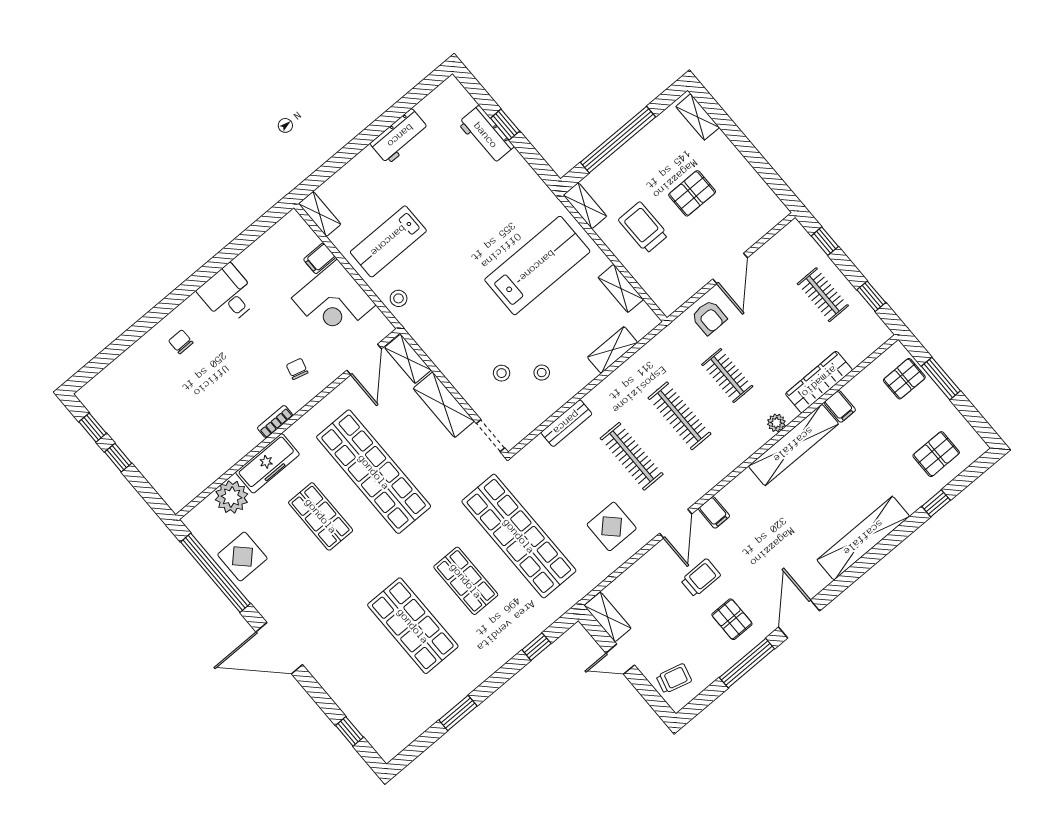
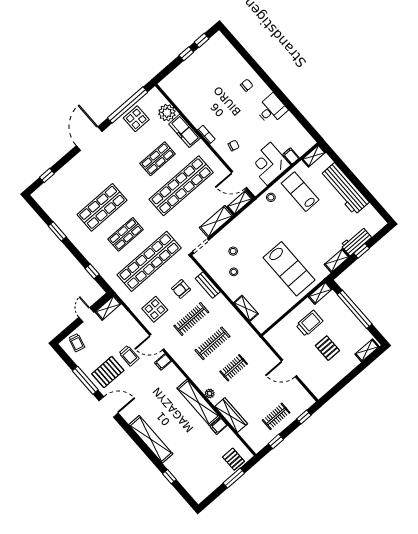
workbench: (400, 136) -> (345, 189), width x1.88, depth x1.32
shelving: (621, 288) -> (337, 261), moved
armchair: (709, 317) -> (181, 289), moved
pallet: (936, 454) -> (195, 476), removed
pallet: (732, 619) -> (108, 372), width x1.50, depth x1.42

